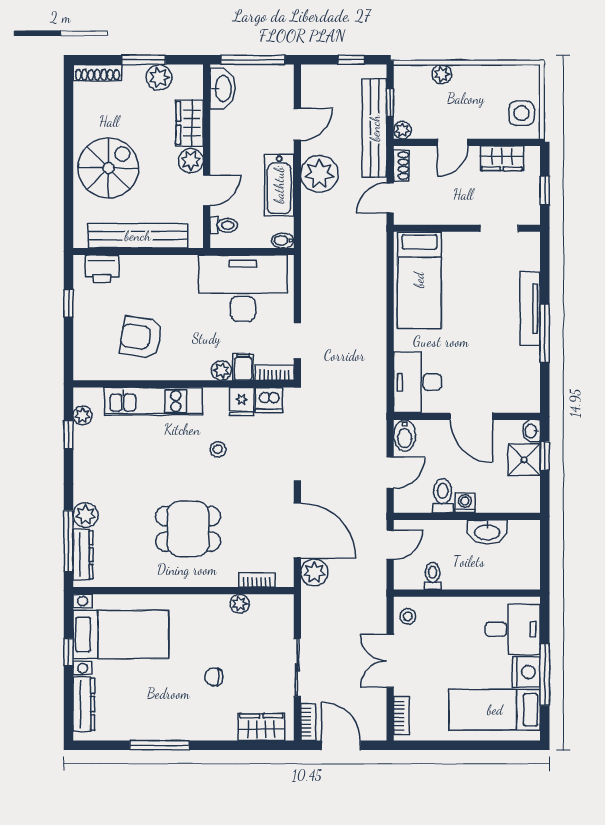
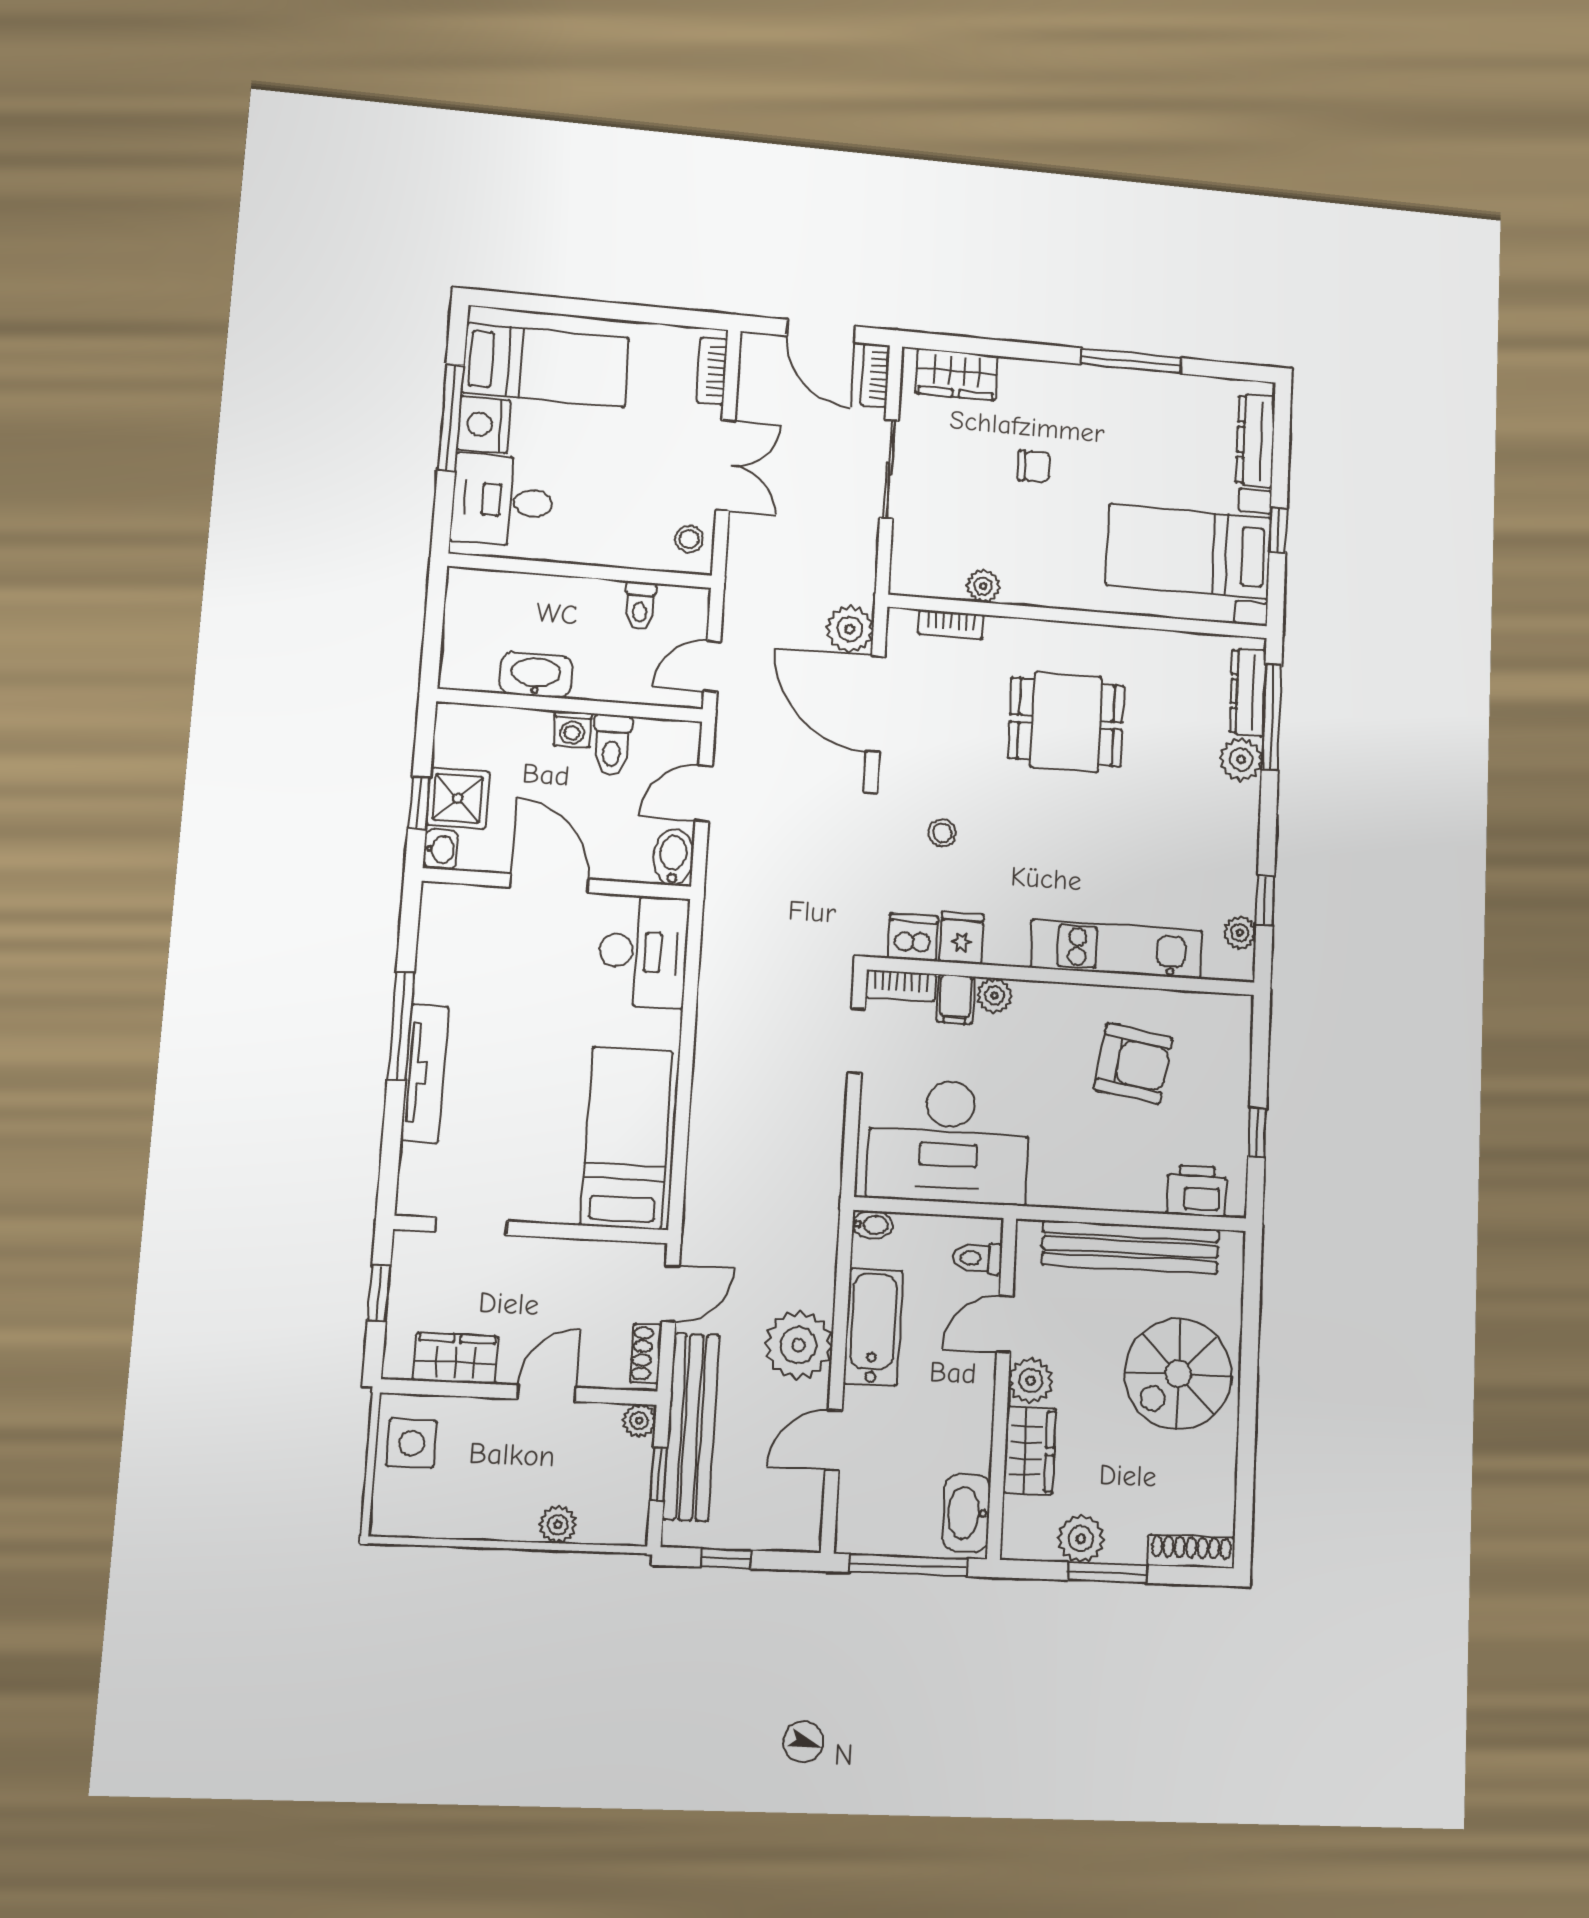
stool: (218, 449) -> (942, 833), moved

